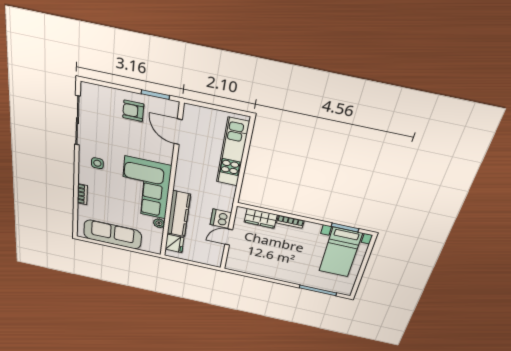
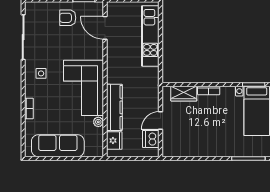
dishwasher: (221, 219) -> (151, 139), moved

